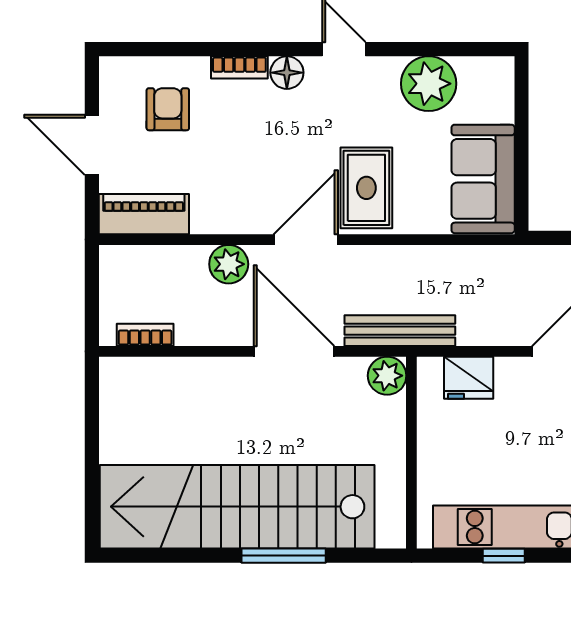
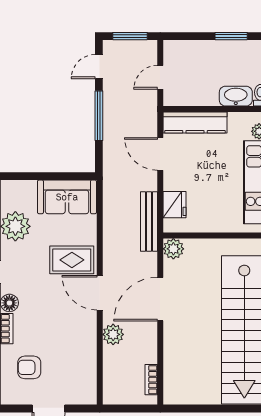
piano: (144, 214) -> (86, 380), removed
bench: (400, 331) -> (149, 221), moved

